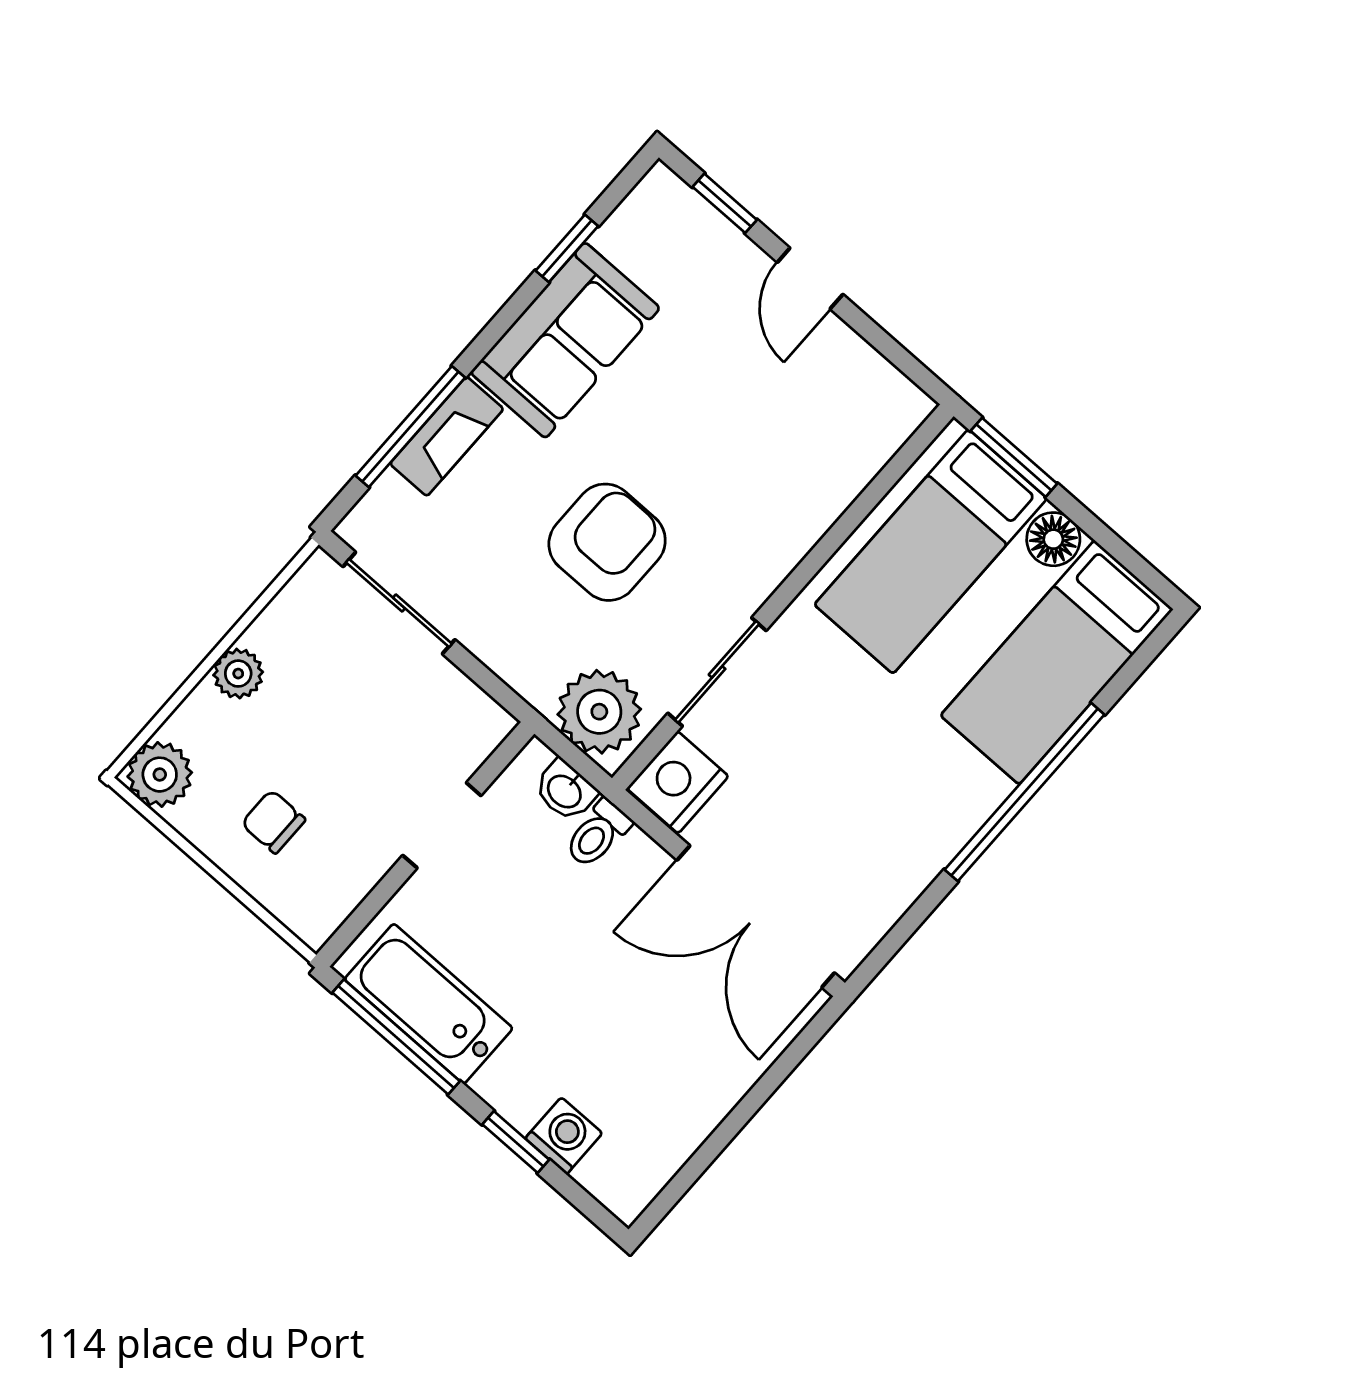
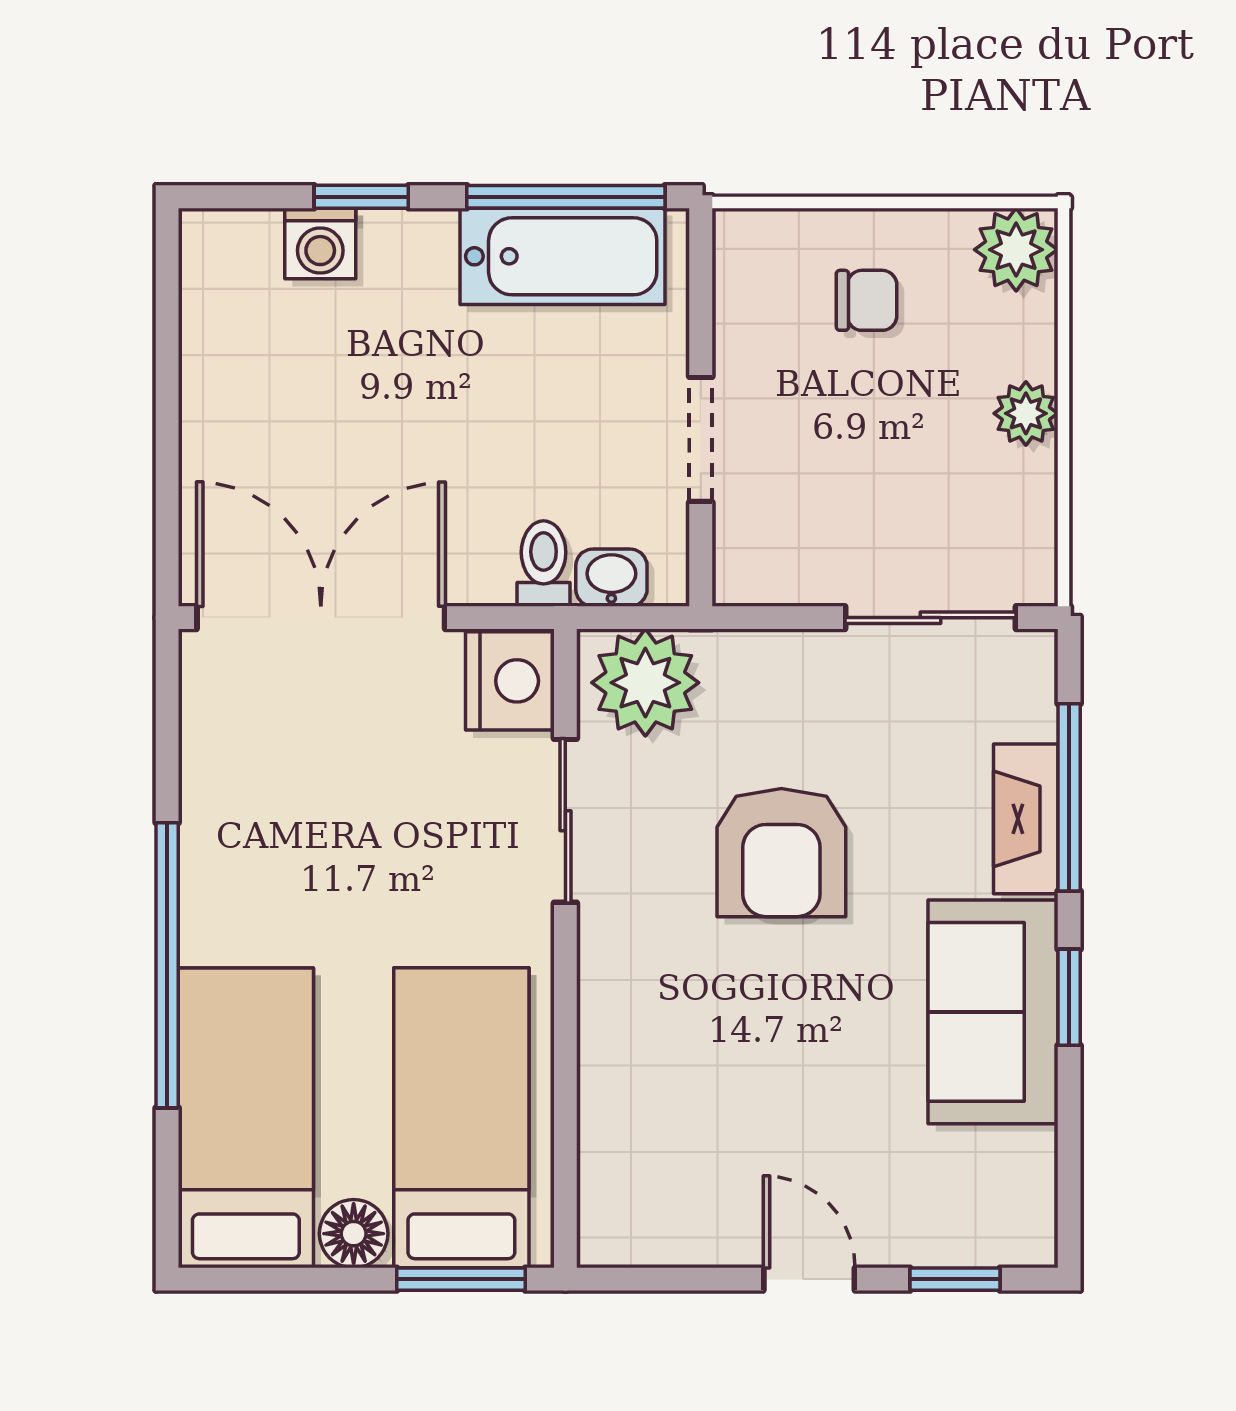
window: (567, 248) -> (1069, 997), moved

